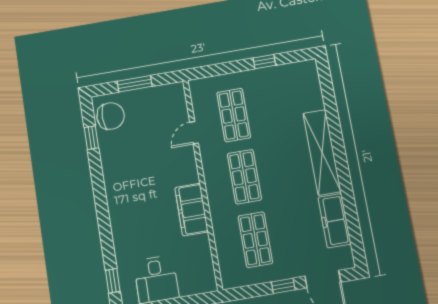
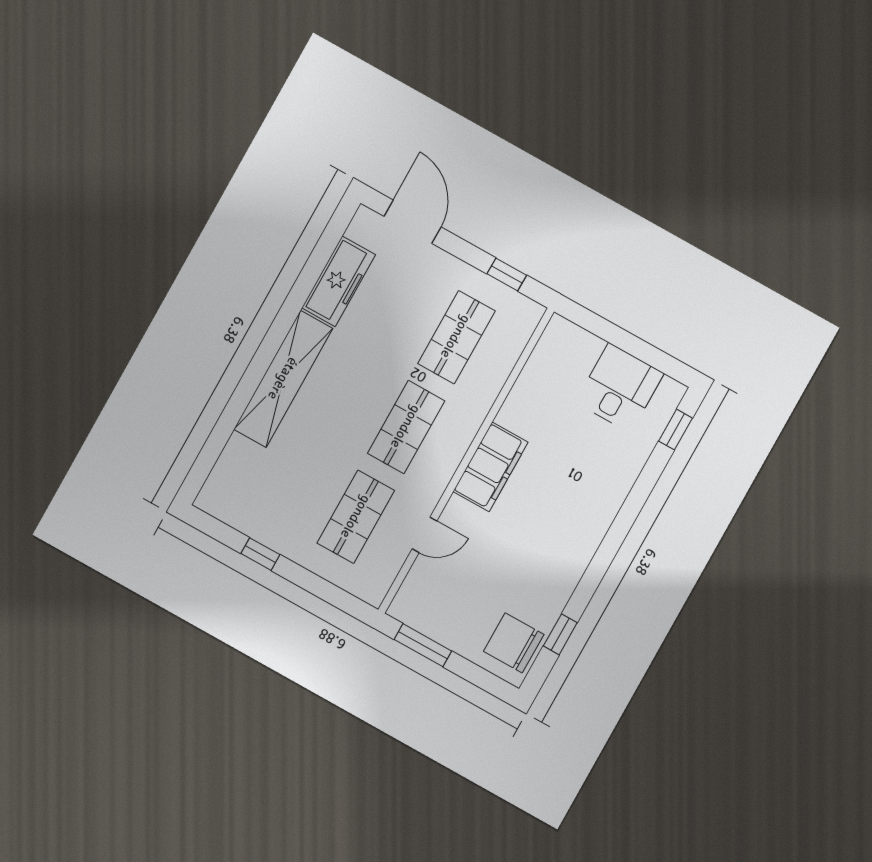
window: (135, 84) -> (423, 645), moved
filing cabinet: (192, 210) -> (491, 467), moved
window: (283, 286) -> (507, 275), moved

